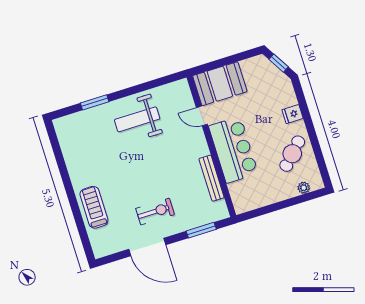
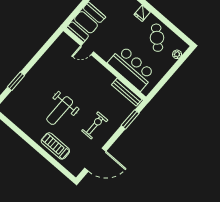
weight bench: (137, 119) -> (60, 111), moved
bar counter: (233, 150) -> (132, 68), moved
bench: (212, 178) -> (127, 92), moved
door: (147, 247) -> (95, 160), moved

